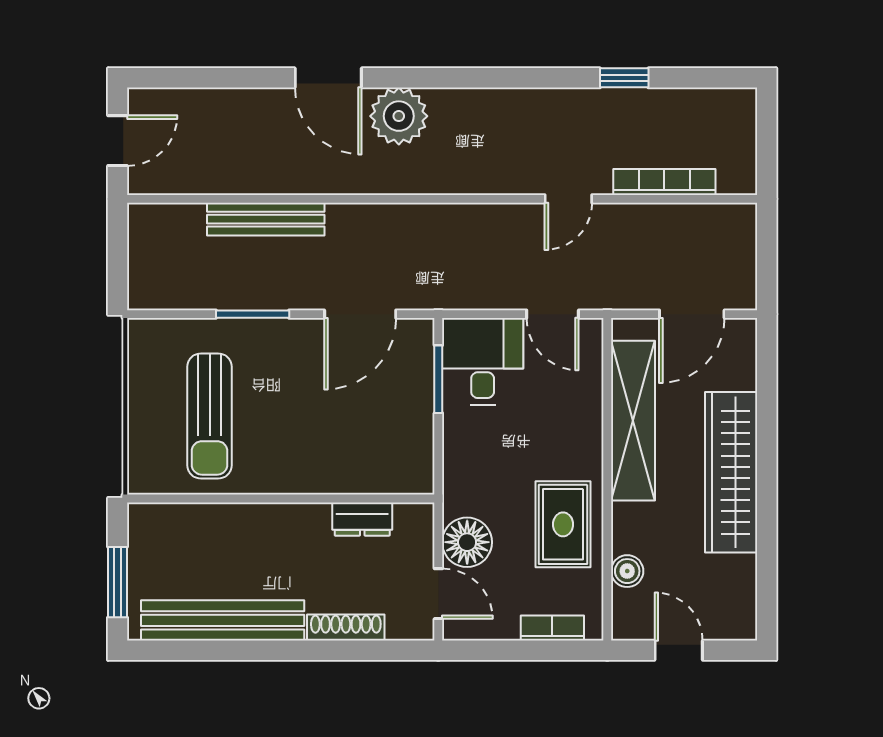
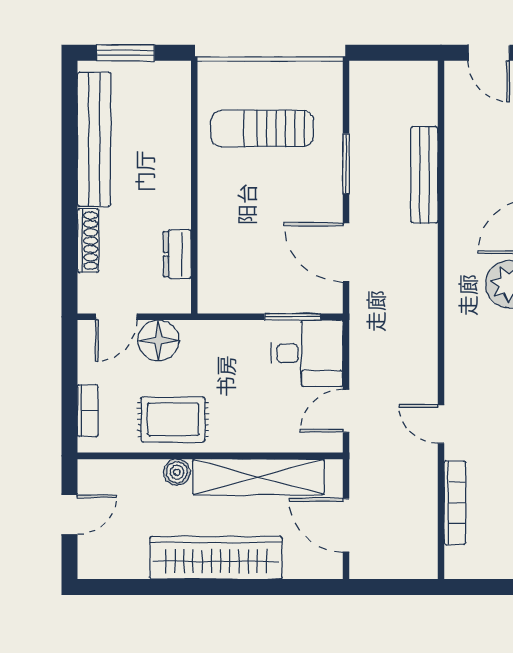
boiler: (627, 571) -> (177, 472), moved

